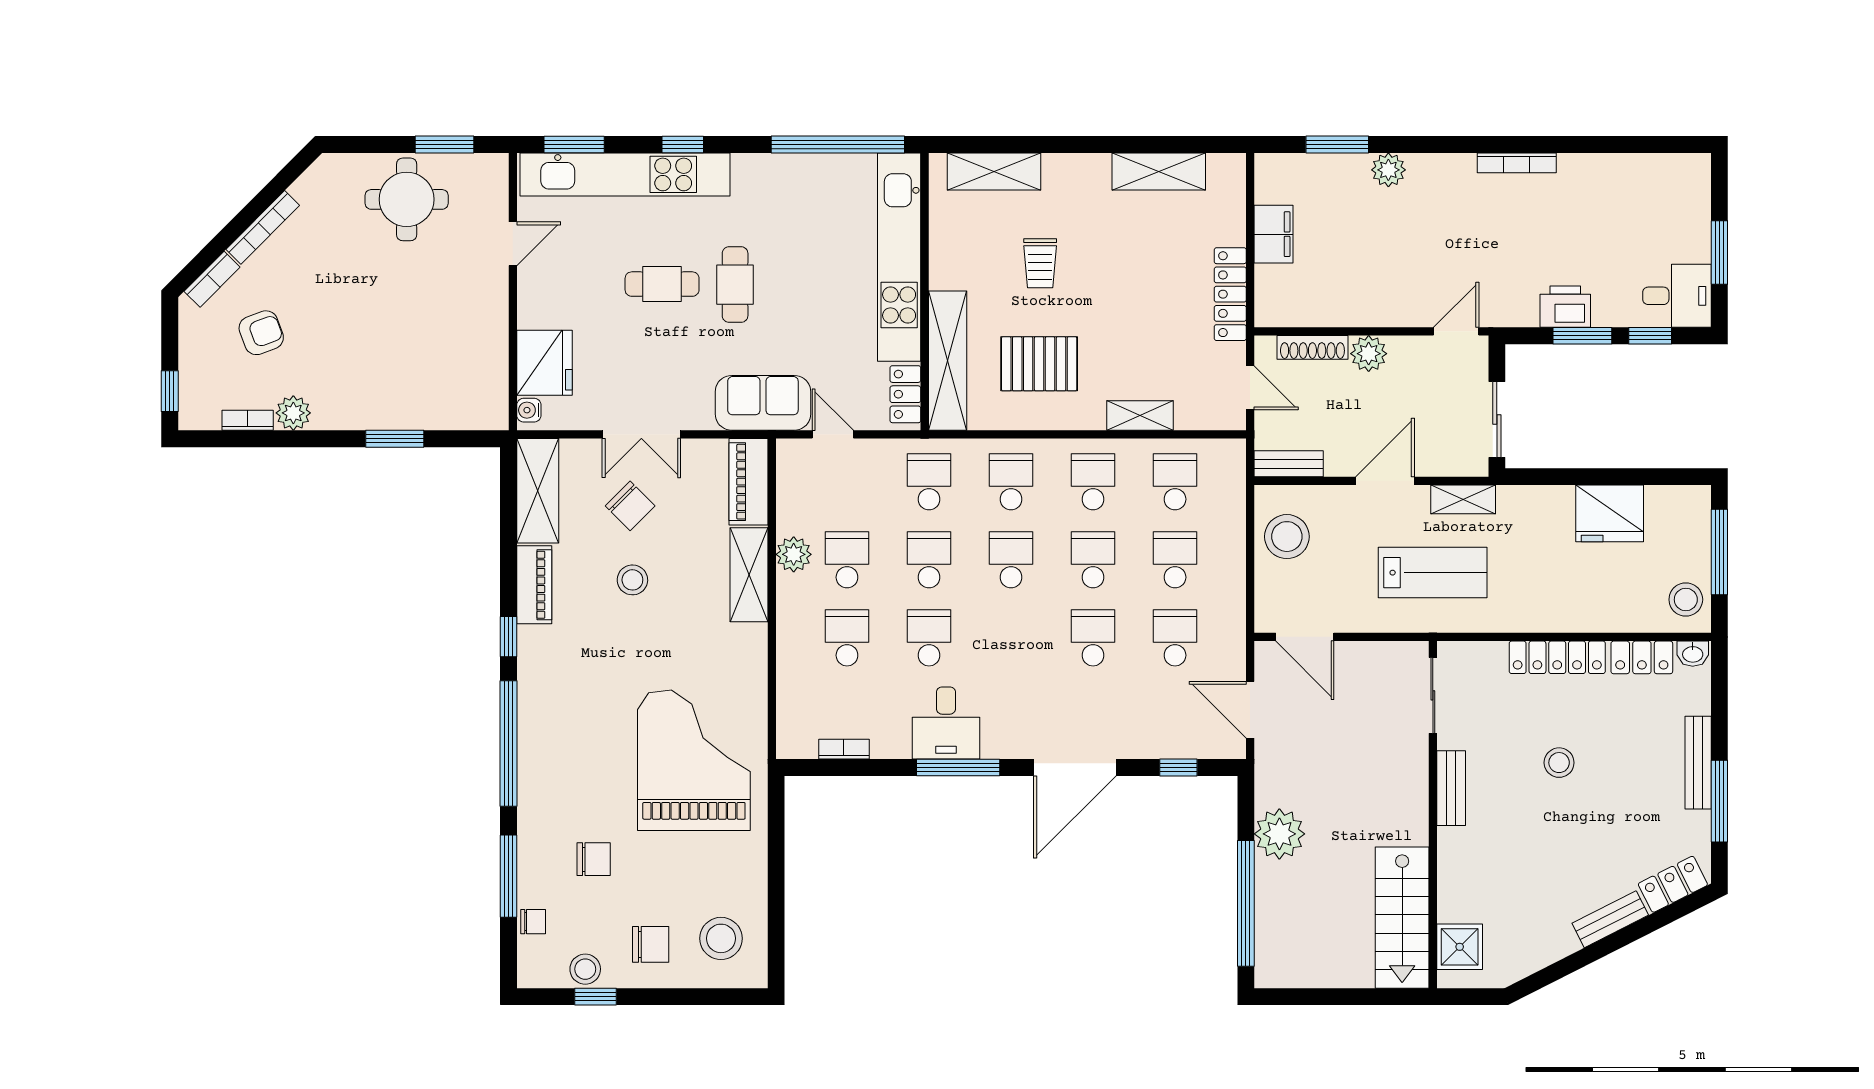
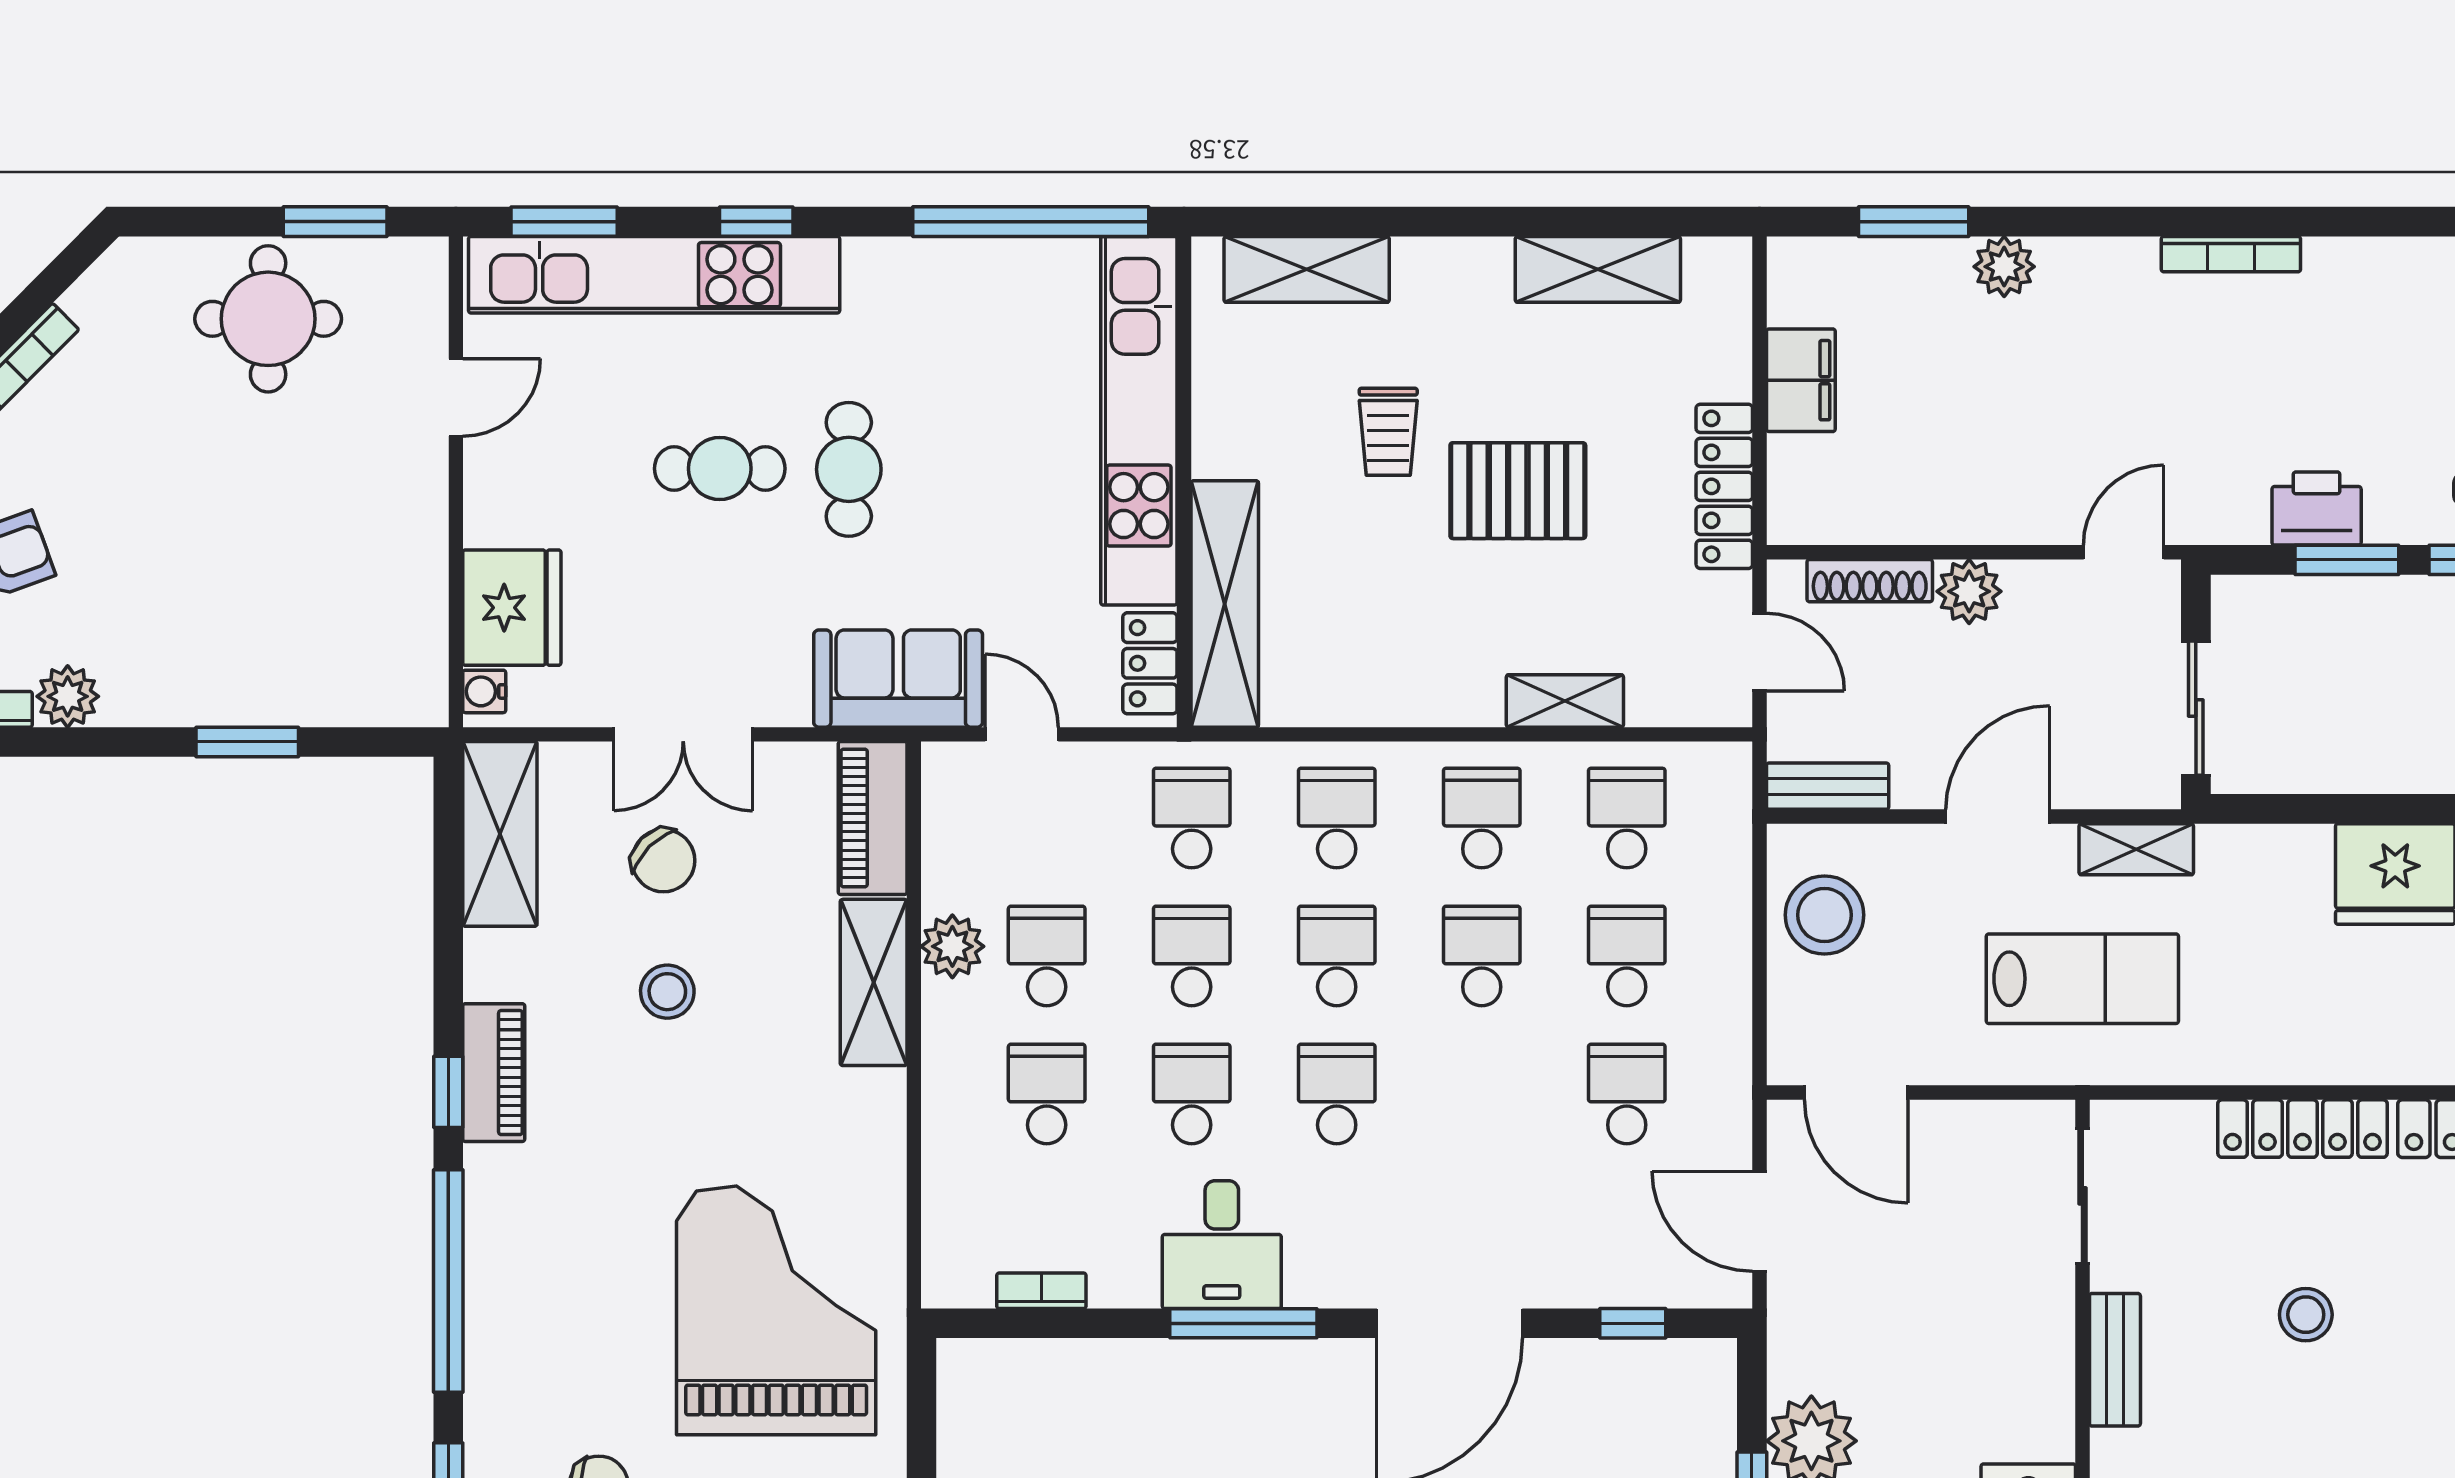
pallet: (1039, 364) -> (1518, 491), moved
piano: (534, 585) -> (494, 1073), moved
school desk: (1093, 638) -> (1337, 1094), moved

